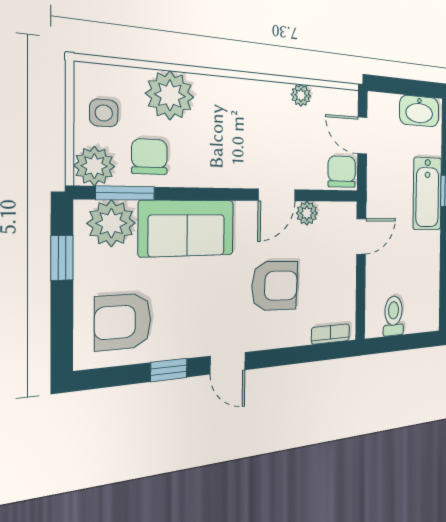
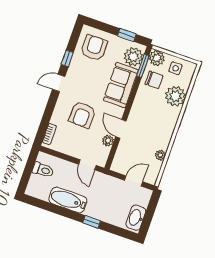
chair: (342, 172) -> (121, 164), removed
bathtub: (427, 194) -> (68, 200), moved

